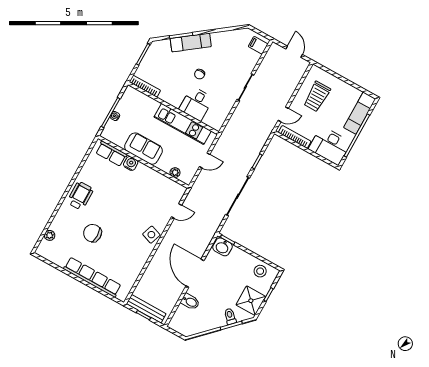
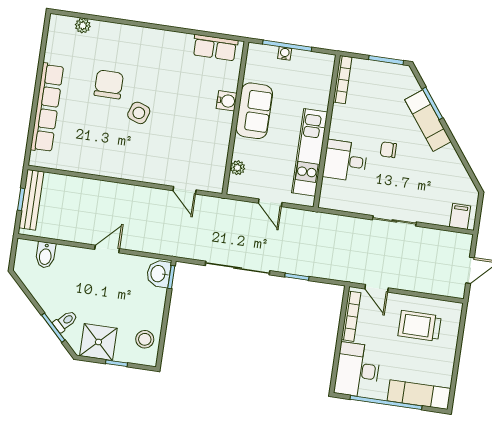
row of seats: (111, 154) -> (215, 48), moved, turned -90
wheelchair: (80, 196) -> (155, 47), removed
side table: (151, 235) -> (139, 113), moved
door: (195, 273) -> (107, 249), width x0.53
bidet: (190, 302) -> (45, 255), moved

